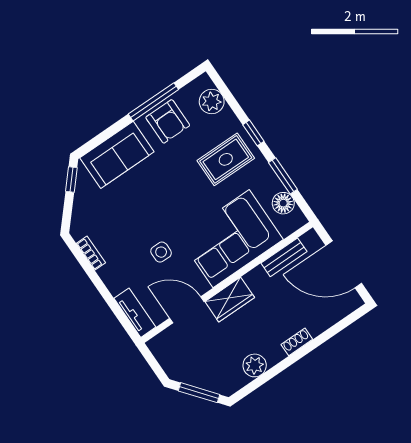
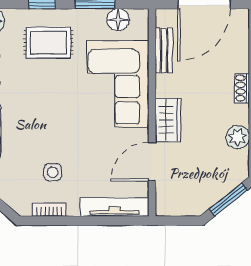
rug: (226, 159) -> (48, 43), turned 90
side table: (161, 252) -> (53, 172), moved
tv unit: (135, 313) -> (115, 207), width x1.41

